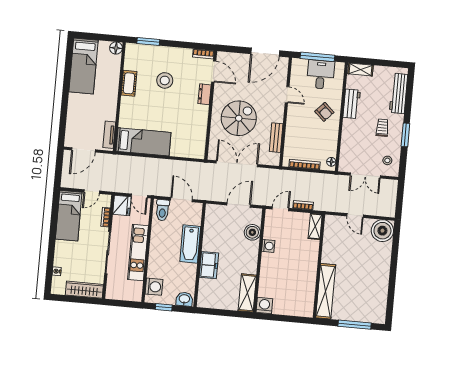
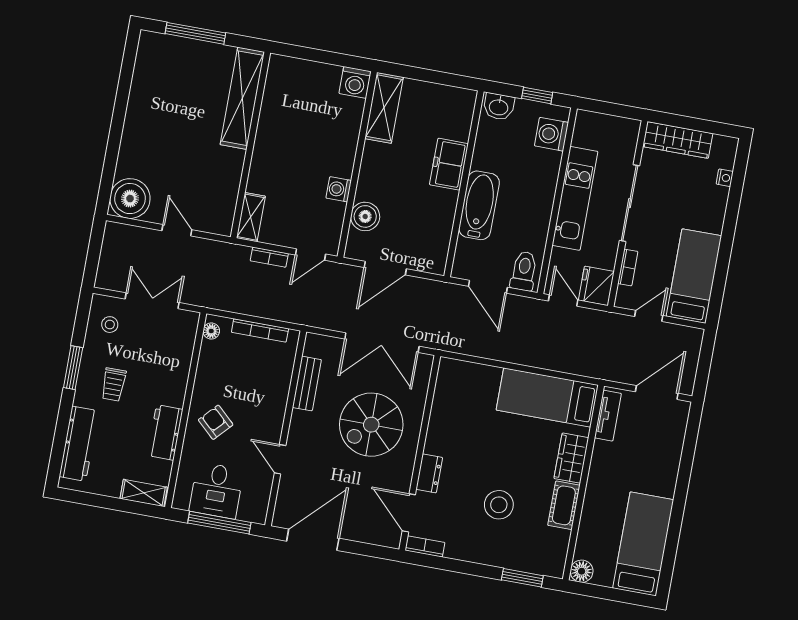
wardrobe: (127, 110) -> (571, 458), added

